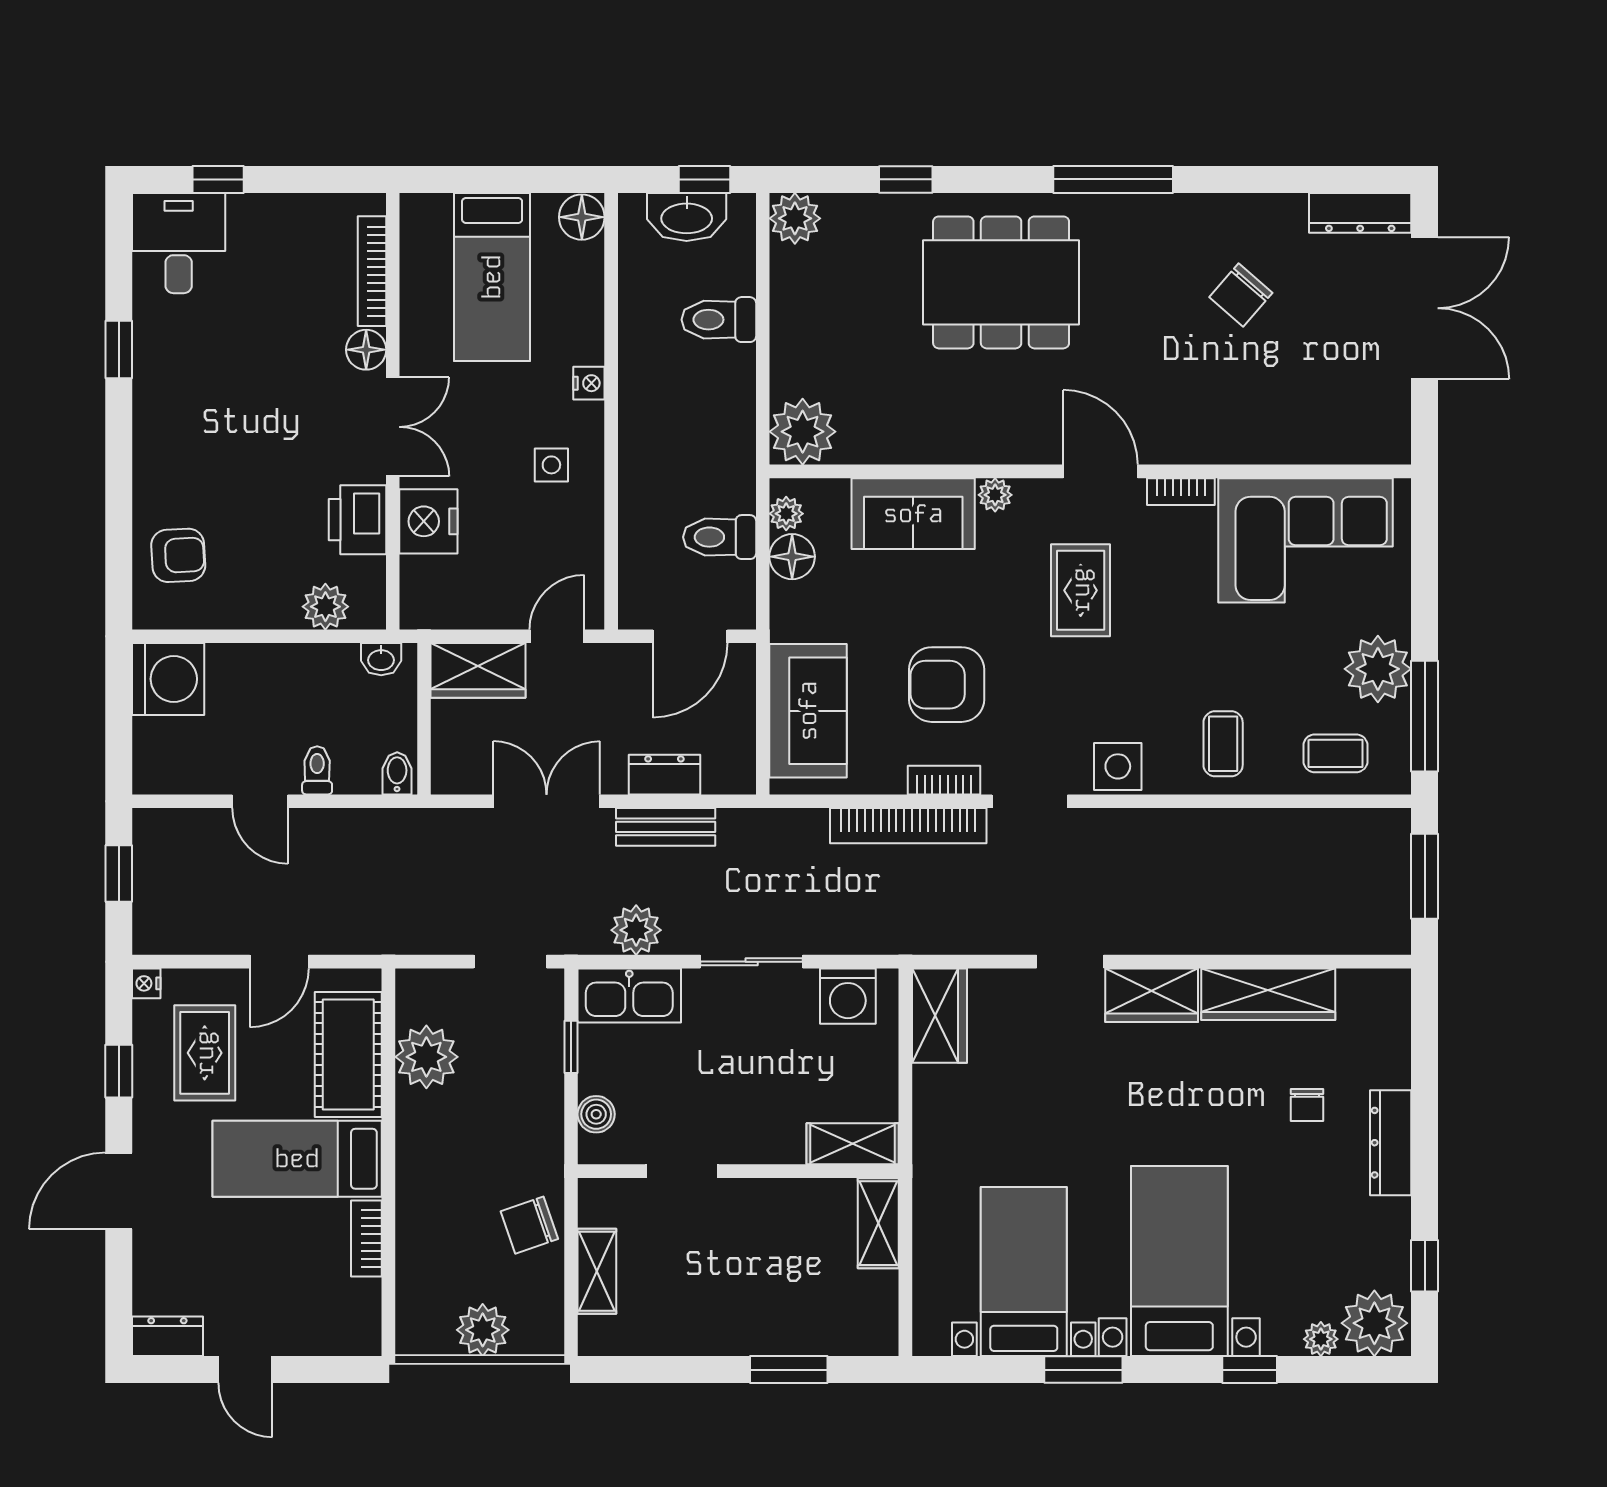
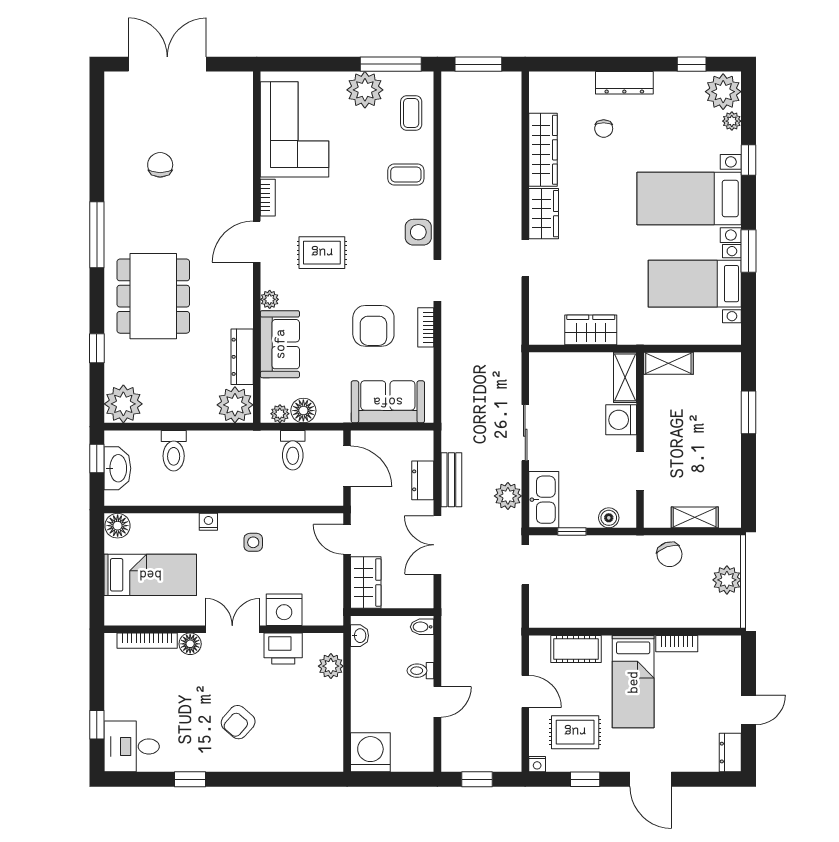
dresser: (1360, 213) -> (242, 357), moved, turned 180
plant: (795, 218) -> (123, 404), width x1.36, depth x1.36
chair: (1241, 295) -> (160, 165), turned -131
armchair: (178, 555) -> (238, 722), moved, turned -136
bookcase: (908, 826) -> (451, 347), removed
washing machine: (848, 996) -> (621, 420), moved, turned 180
wardrobe: (939, 1016) -> (591, 330), moved
cot: (348, 1054) -> (576, 649), width x0.73, depth x0.75
plant: (426, 1057) -> (577, 611), removed
chair: (1307, 1105) -> (604, 129), turned 90

